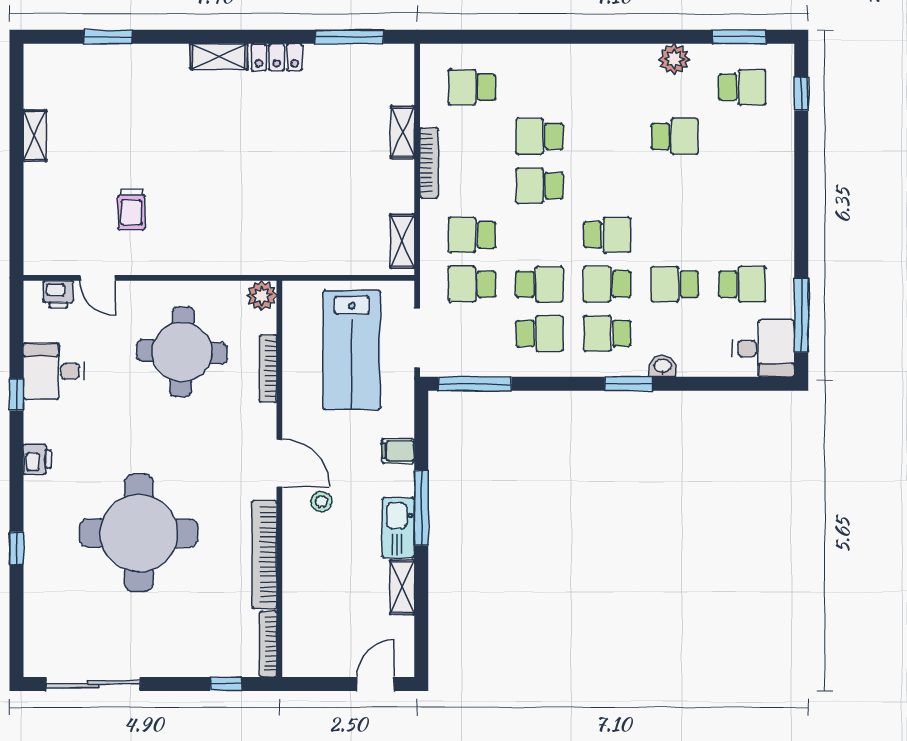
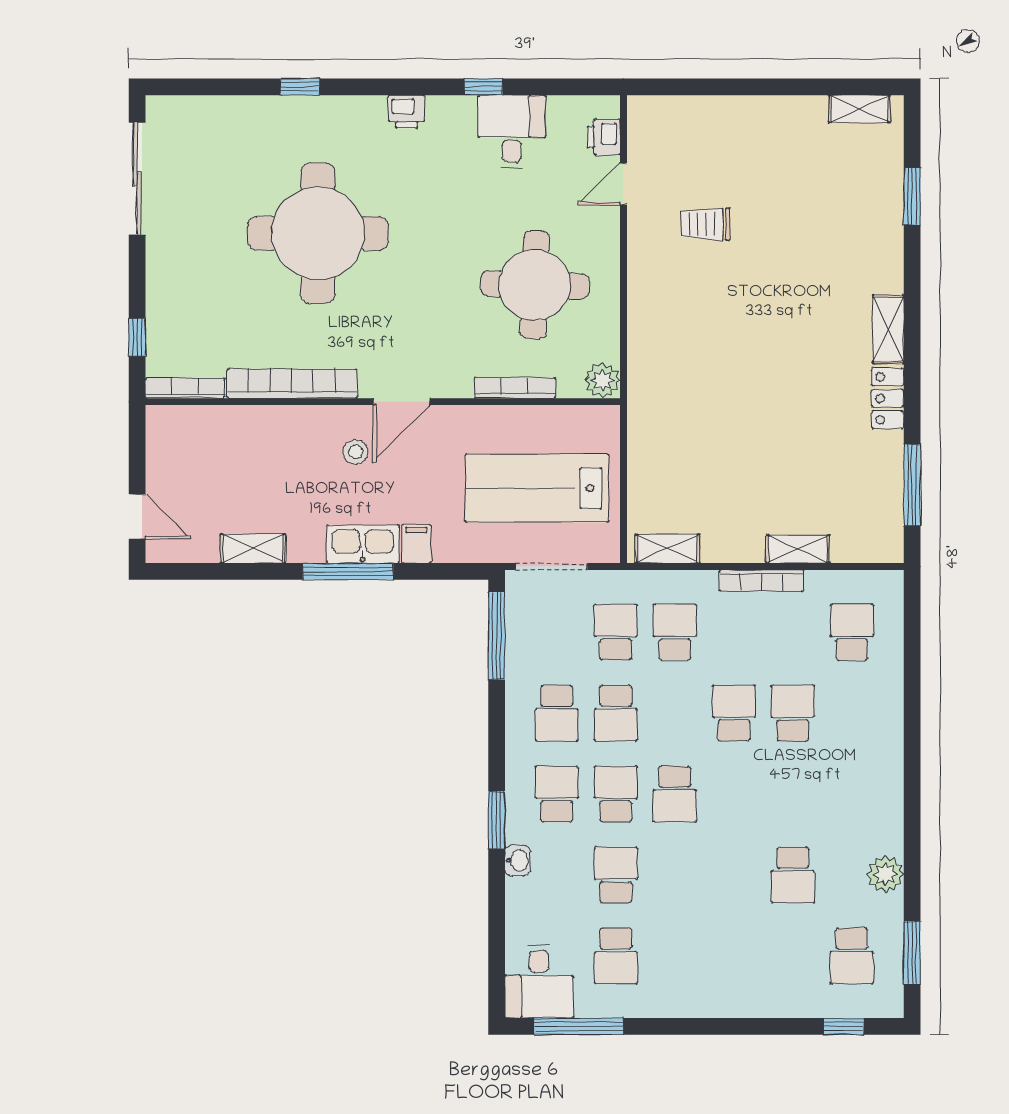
shelving: (35, 136) -> (860, 109), moved
kitchen sink: (398, 528) -> (363, 544), moved

